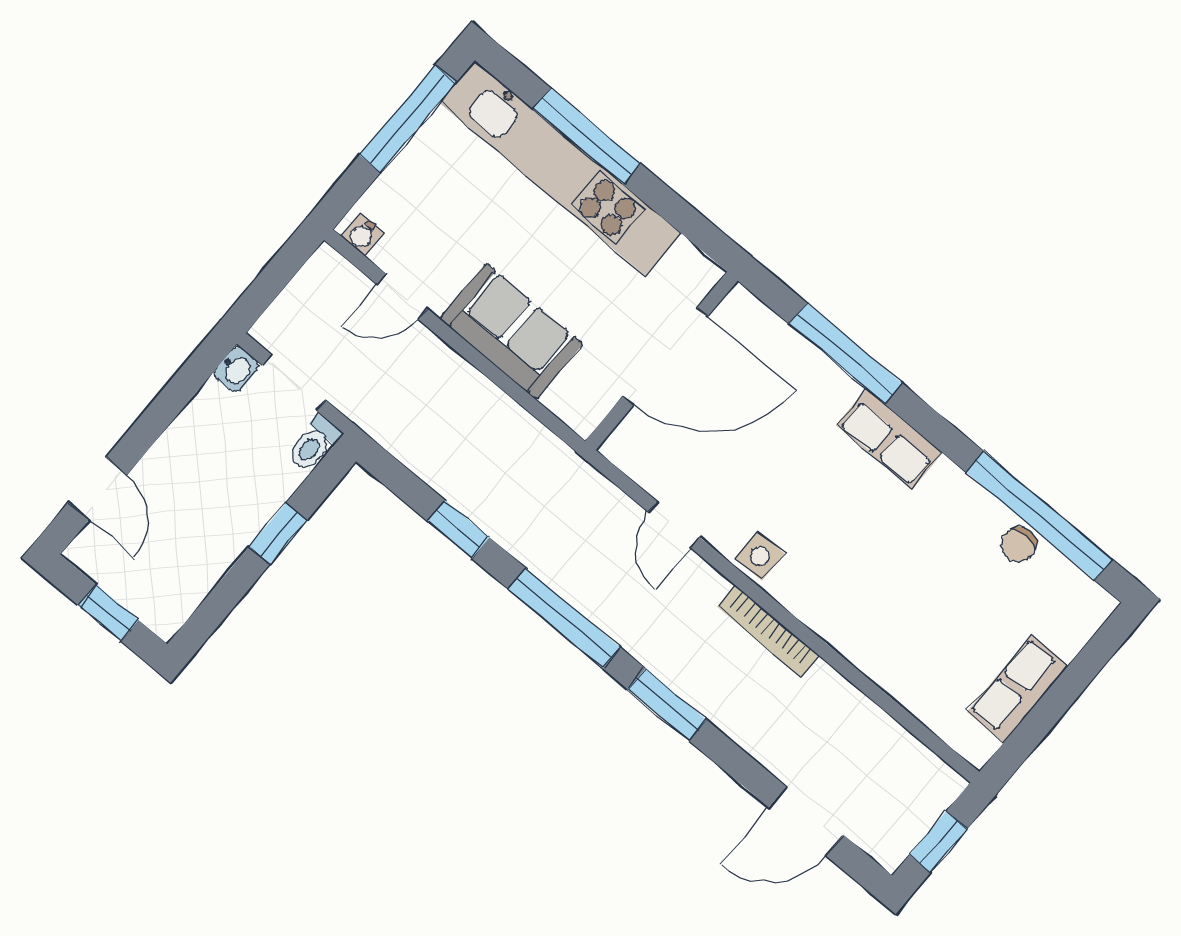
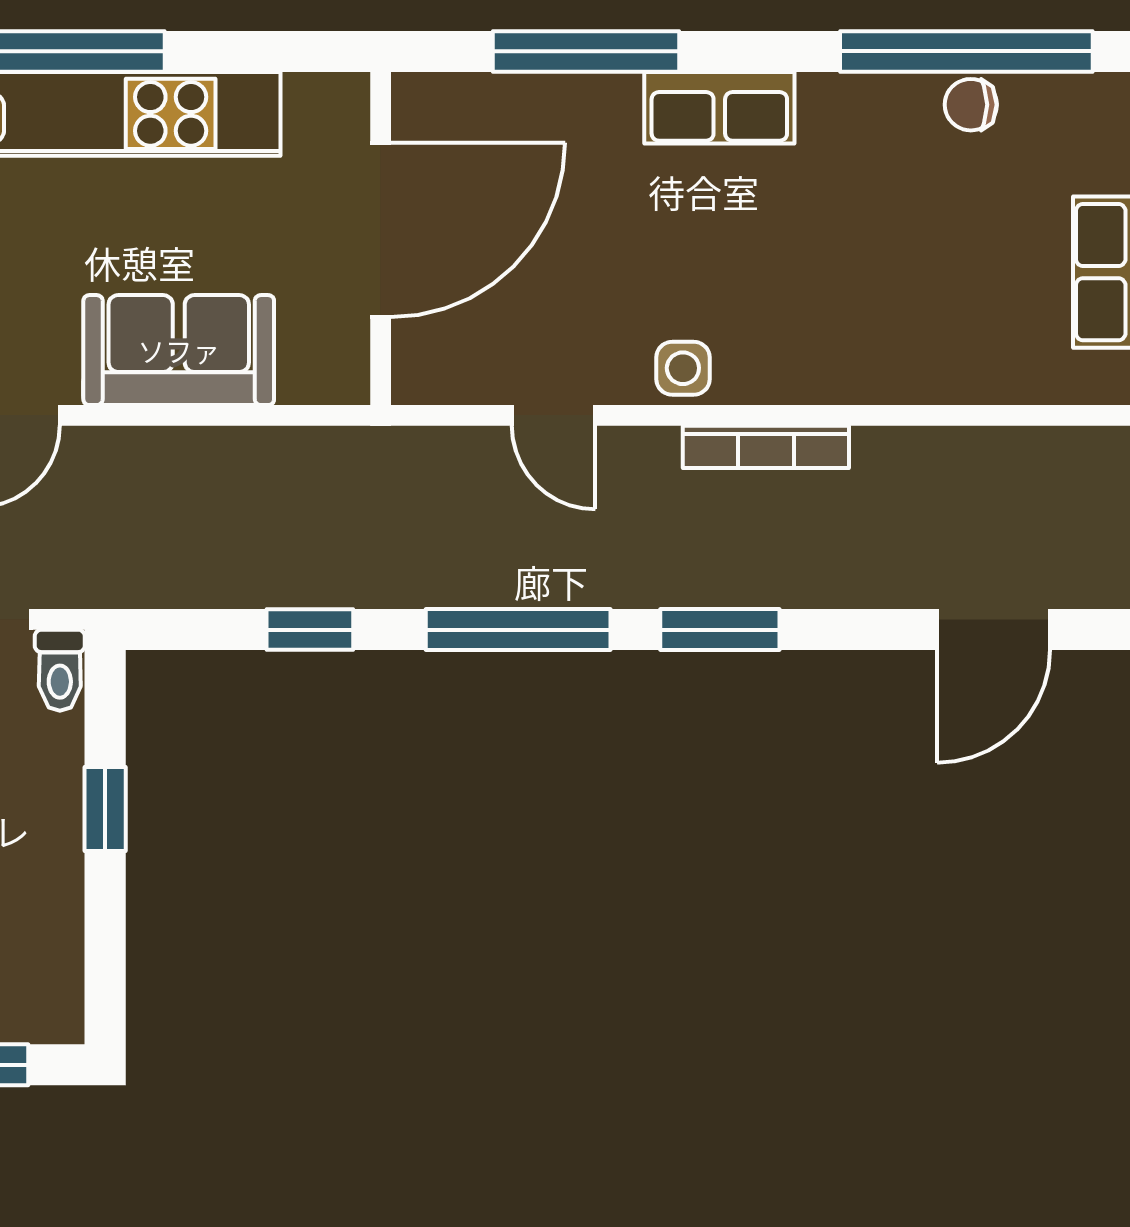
chair: (1019, 545) -> (971, 105), turned 90

